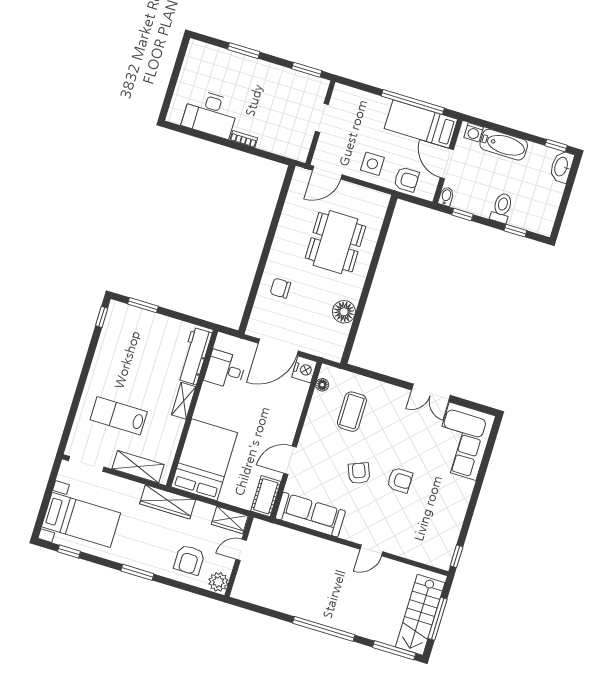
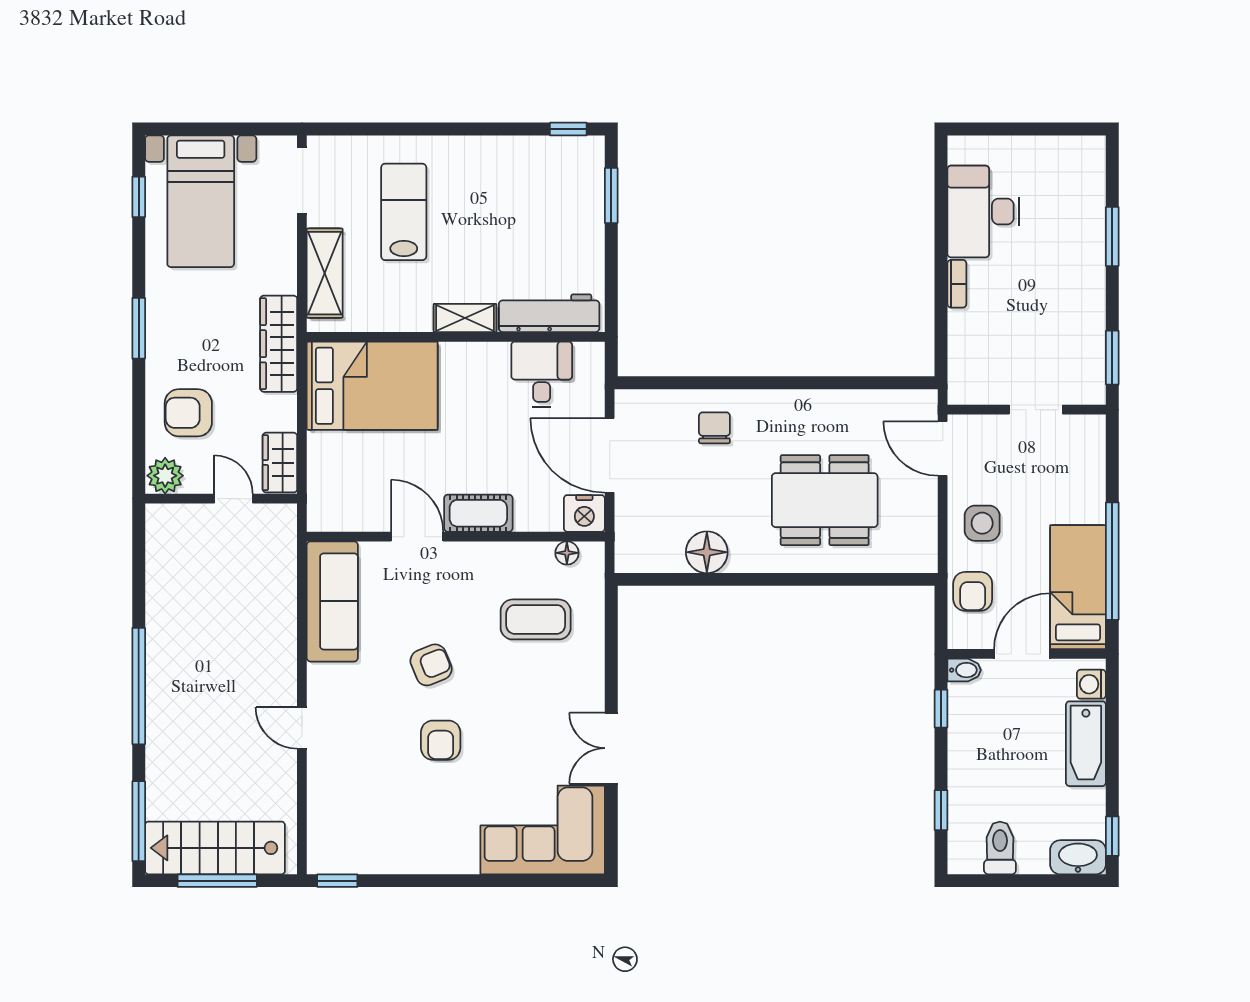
toilet: (502, 208) -> (1000, 848), moved, turned -90
cot: (266, 496) -> (478, 513), moved

